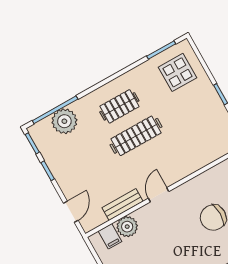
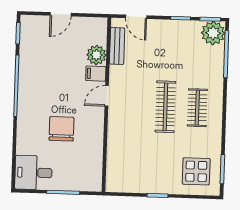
plant: (64, 121) -> (213, 33), moved
door: (159, 195) -> (107, 96), swing flipped
bench: (123, 205) -> (117, 46), moved
filing cabinet: (110, 236) -> (96, 74), moved

